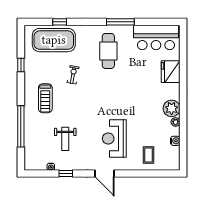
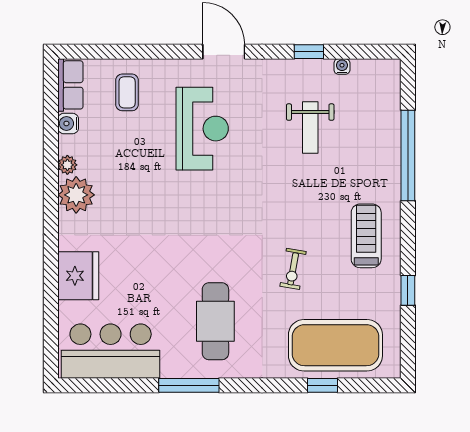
treadmill: (45, 98) -> (366, 236), moved
weight bench: (65, 139) -> (310, 128), turned 180
row of seats: (174, 158) -> (70, 85), added

